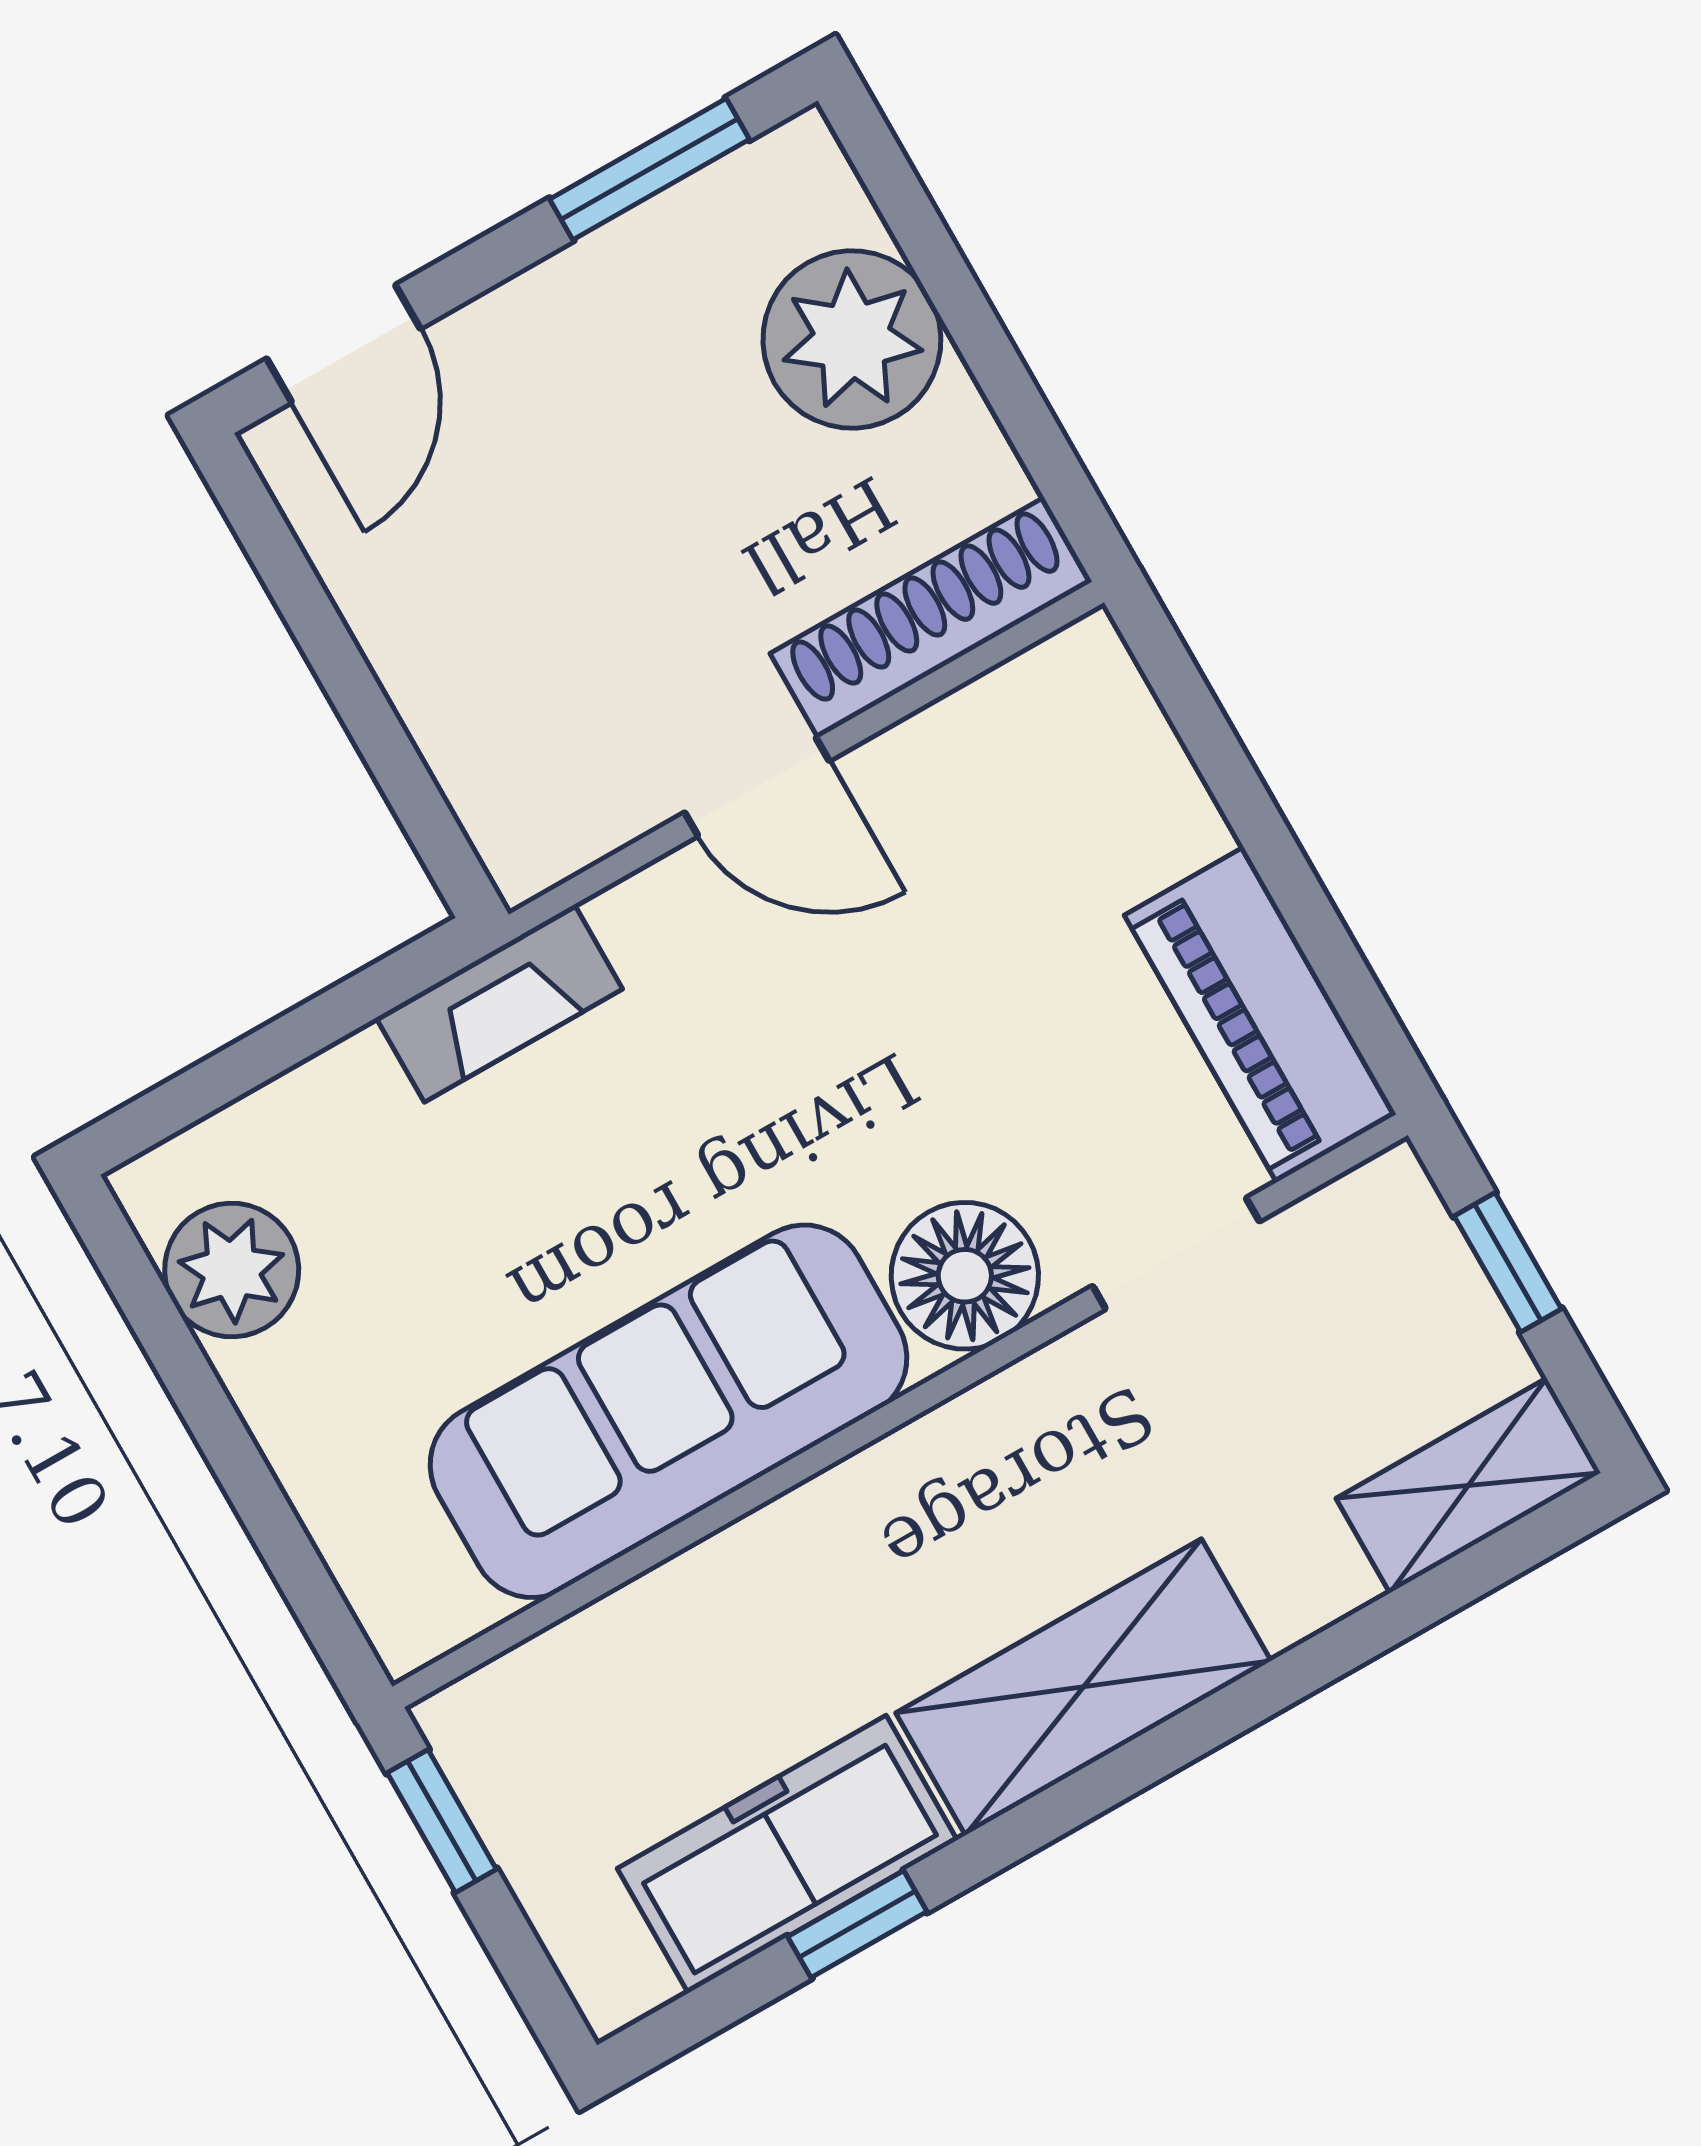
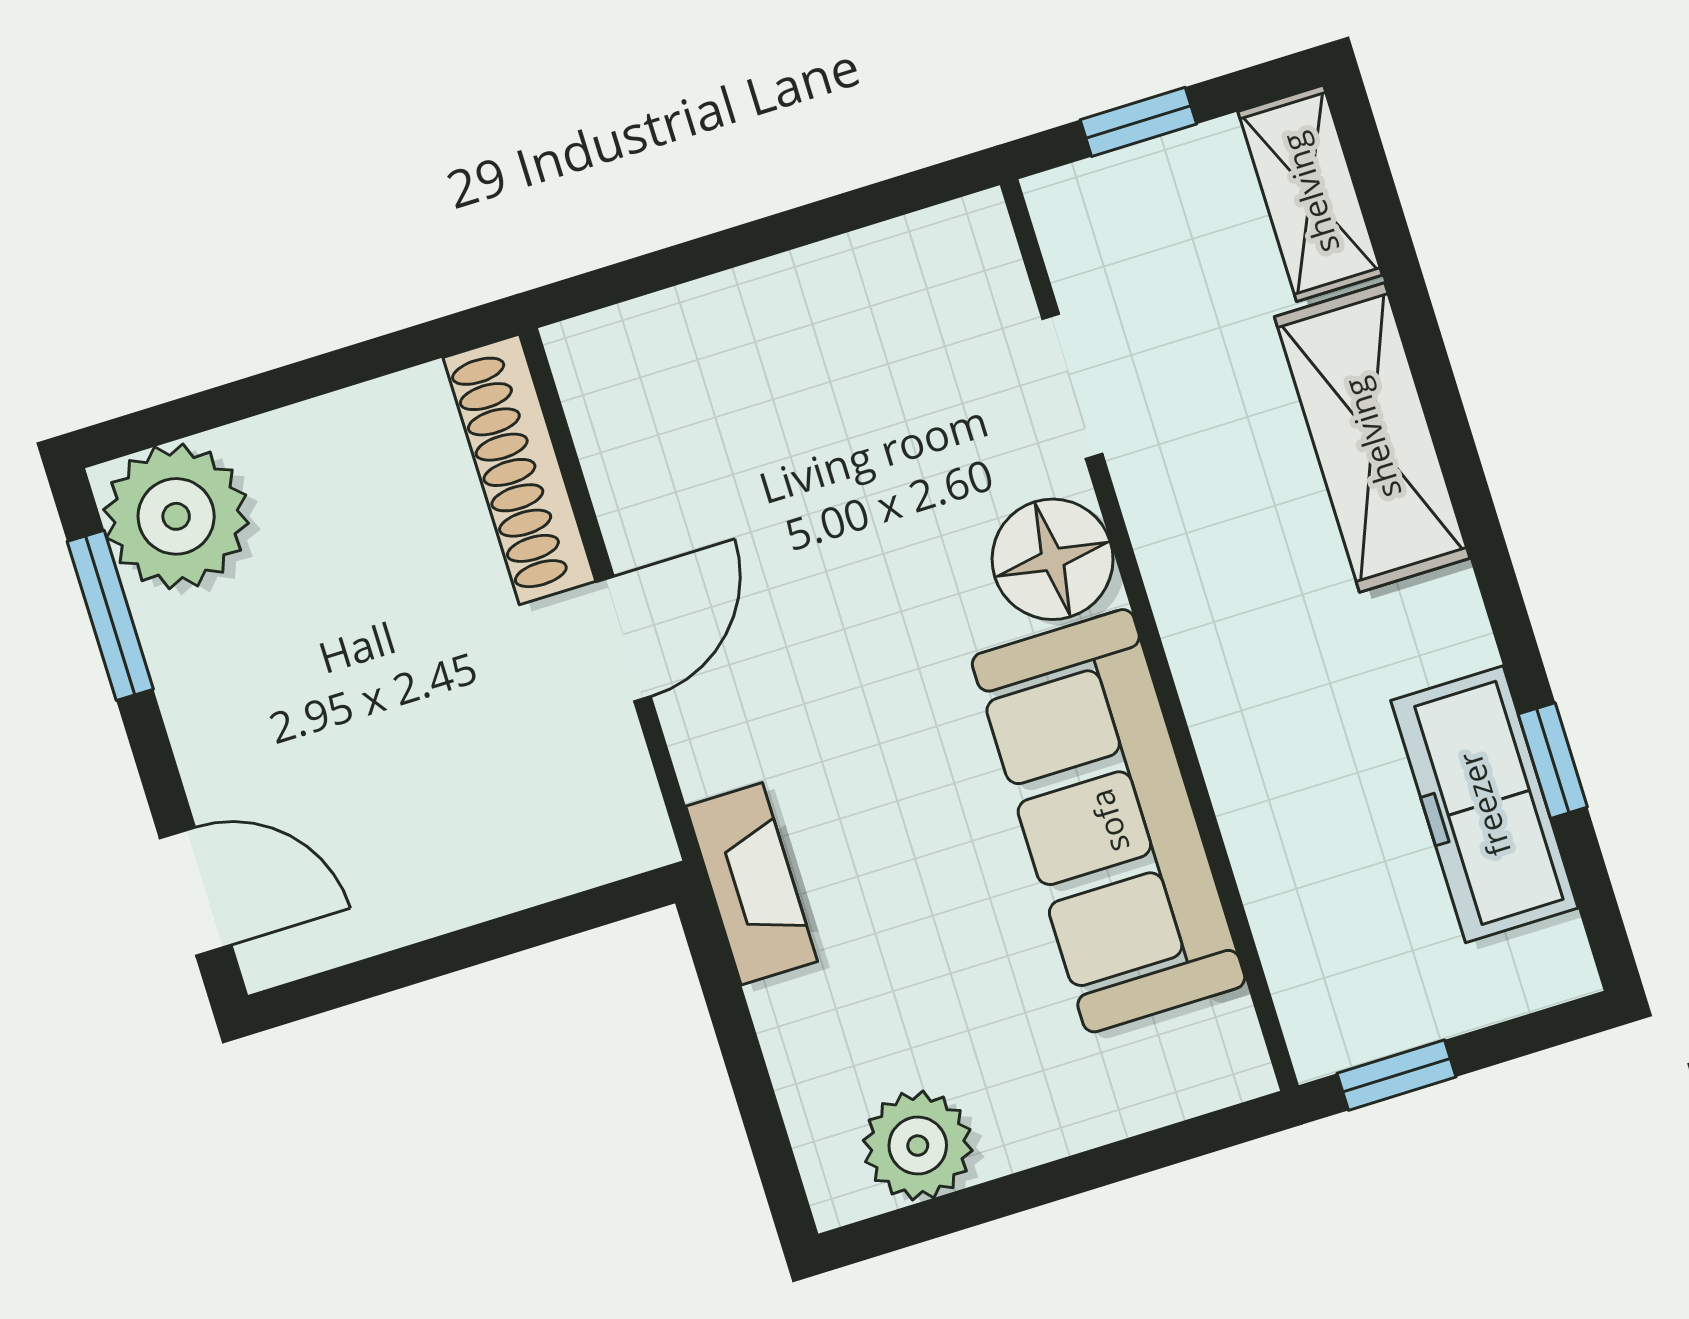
plant: (852, 339) -> (176, 516), moved
piano: (1260, 1015) -> (896, 276), removed
shelving: (1083, 1687) -> (1372, 438), moved

